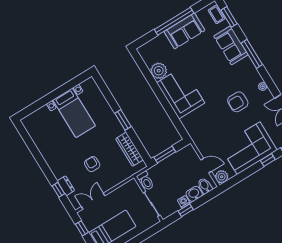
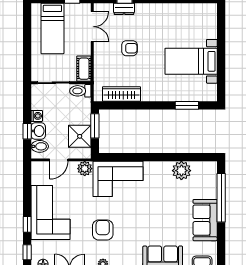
window: (174, 21) -> (221, 198), moved
corner sofa: (181, 93) -> (118, 179), moved
window: (123, 120) -> (187, 105), moved
shower: (179, 161) -> (80, 136), added
plant: (222, 177) -> (85, 169), moved
cot: (128, 188) -> (84, 69), added
window: (186, 210) -> (27, 131), moved

